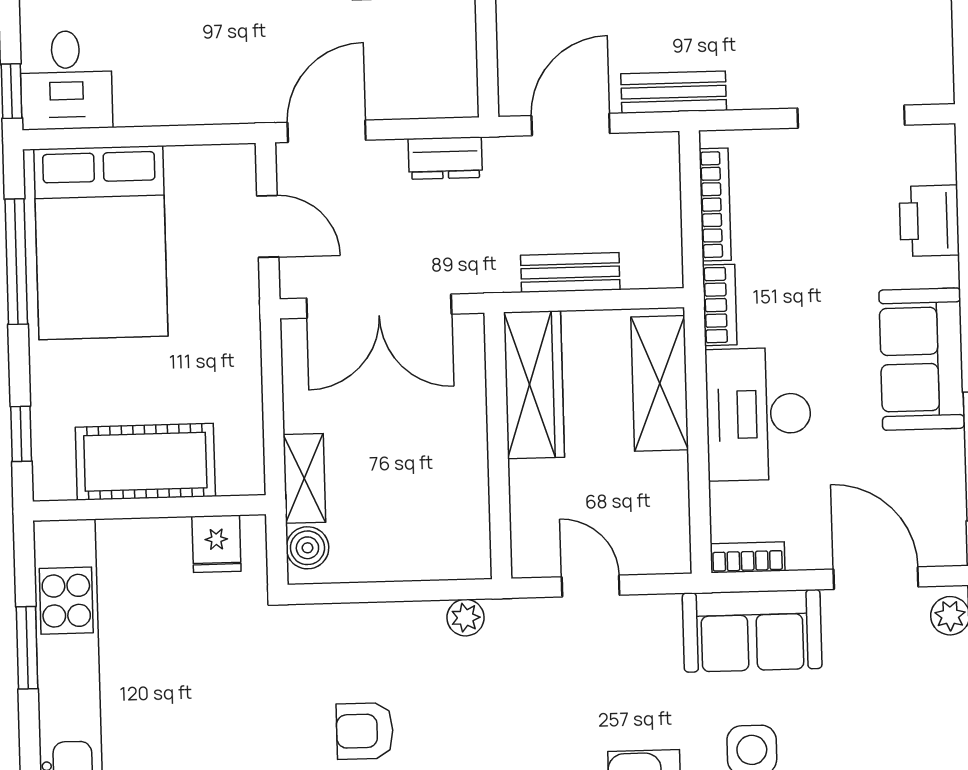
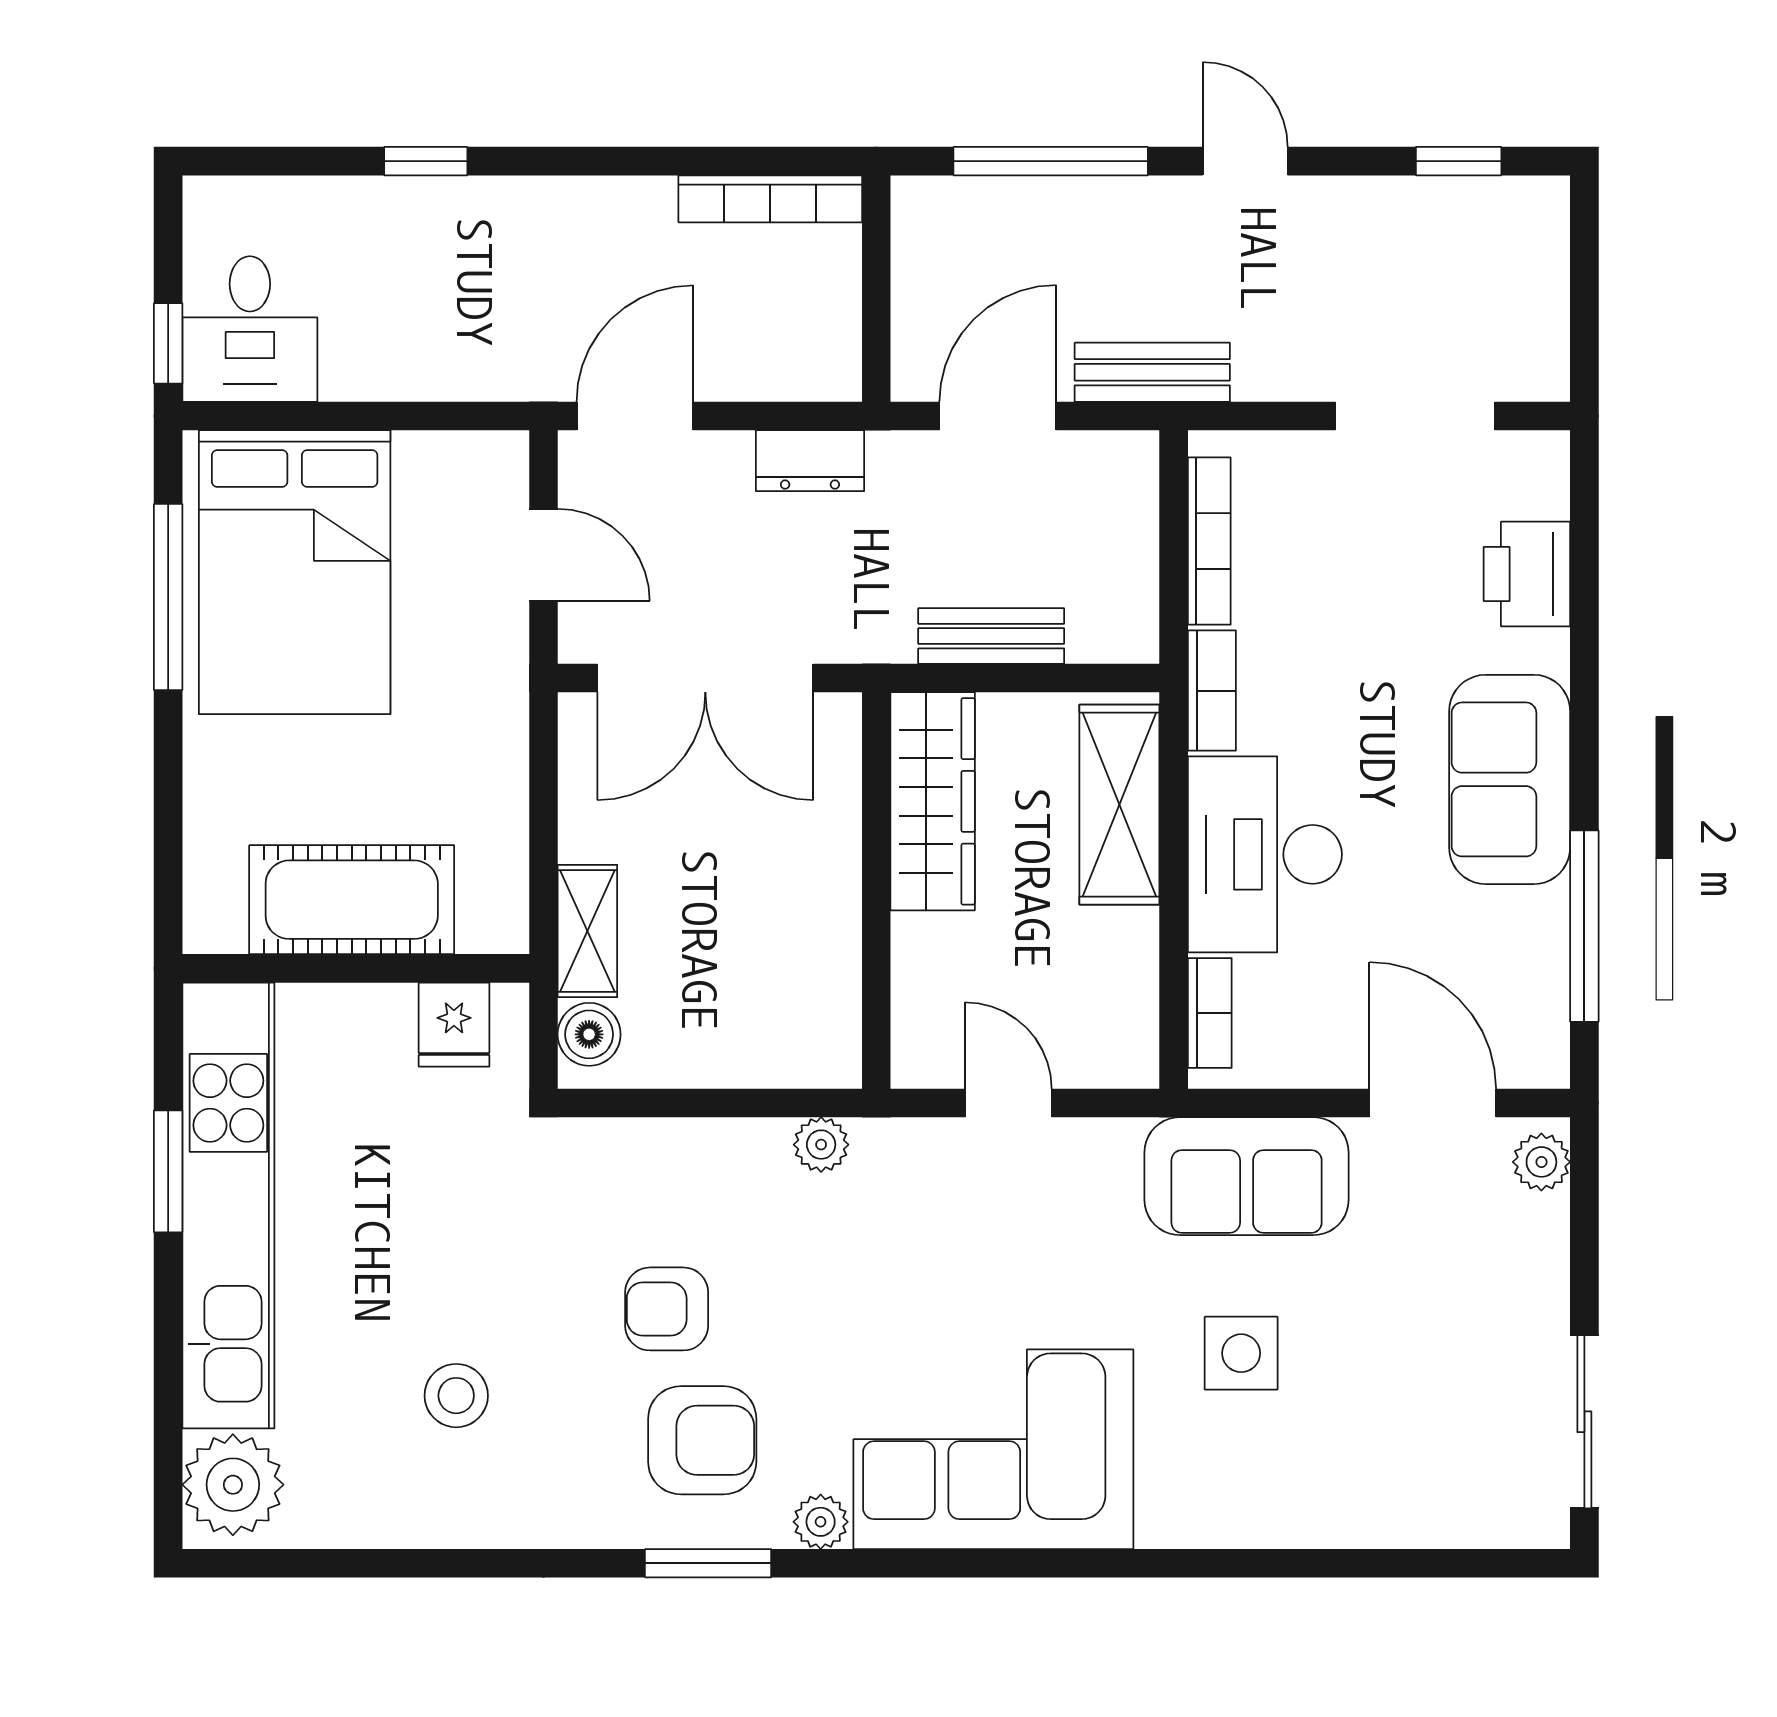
window: (21, 434) -> (168, 853), removed
bookcase: (748, 557) -> (1210, 1013), moved, turned 90

